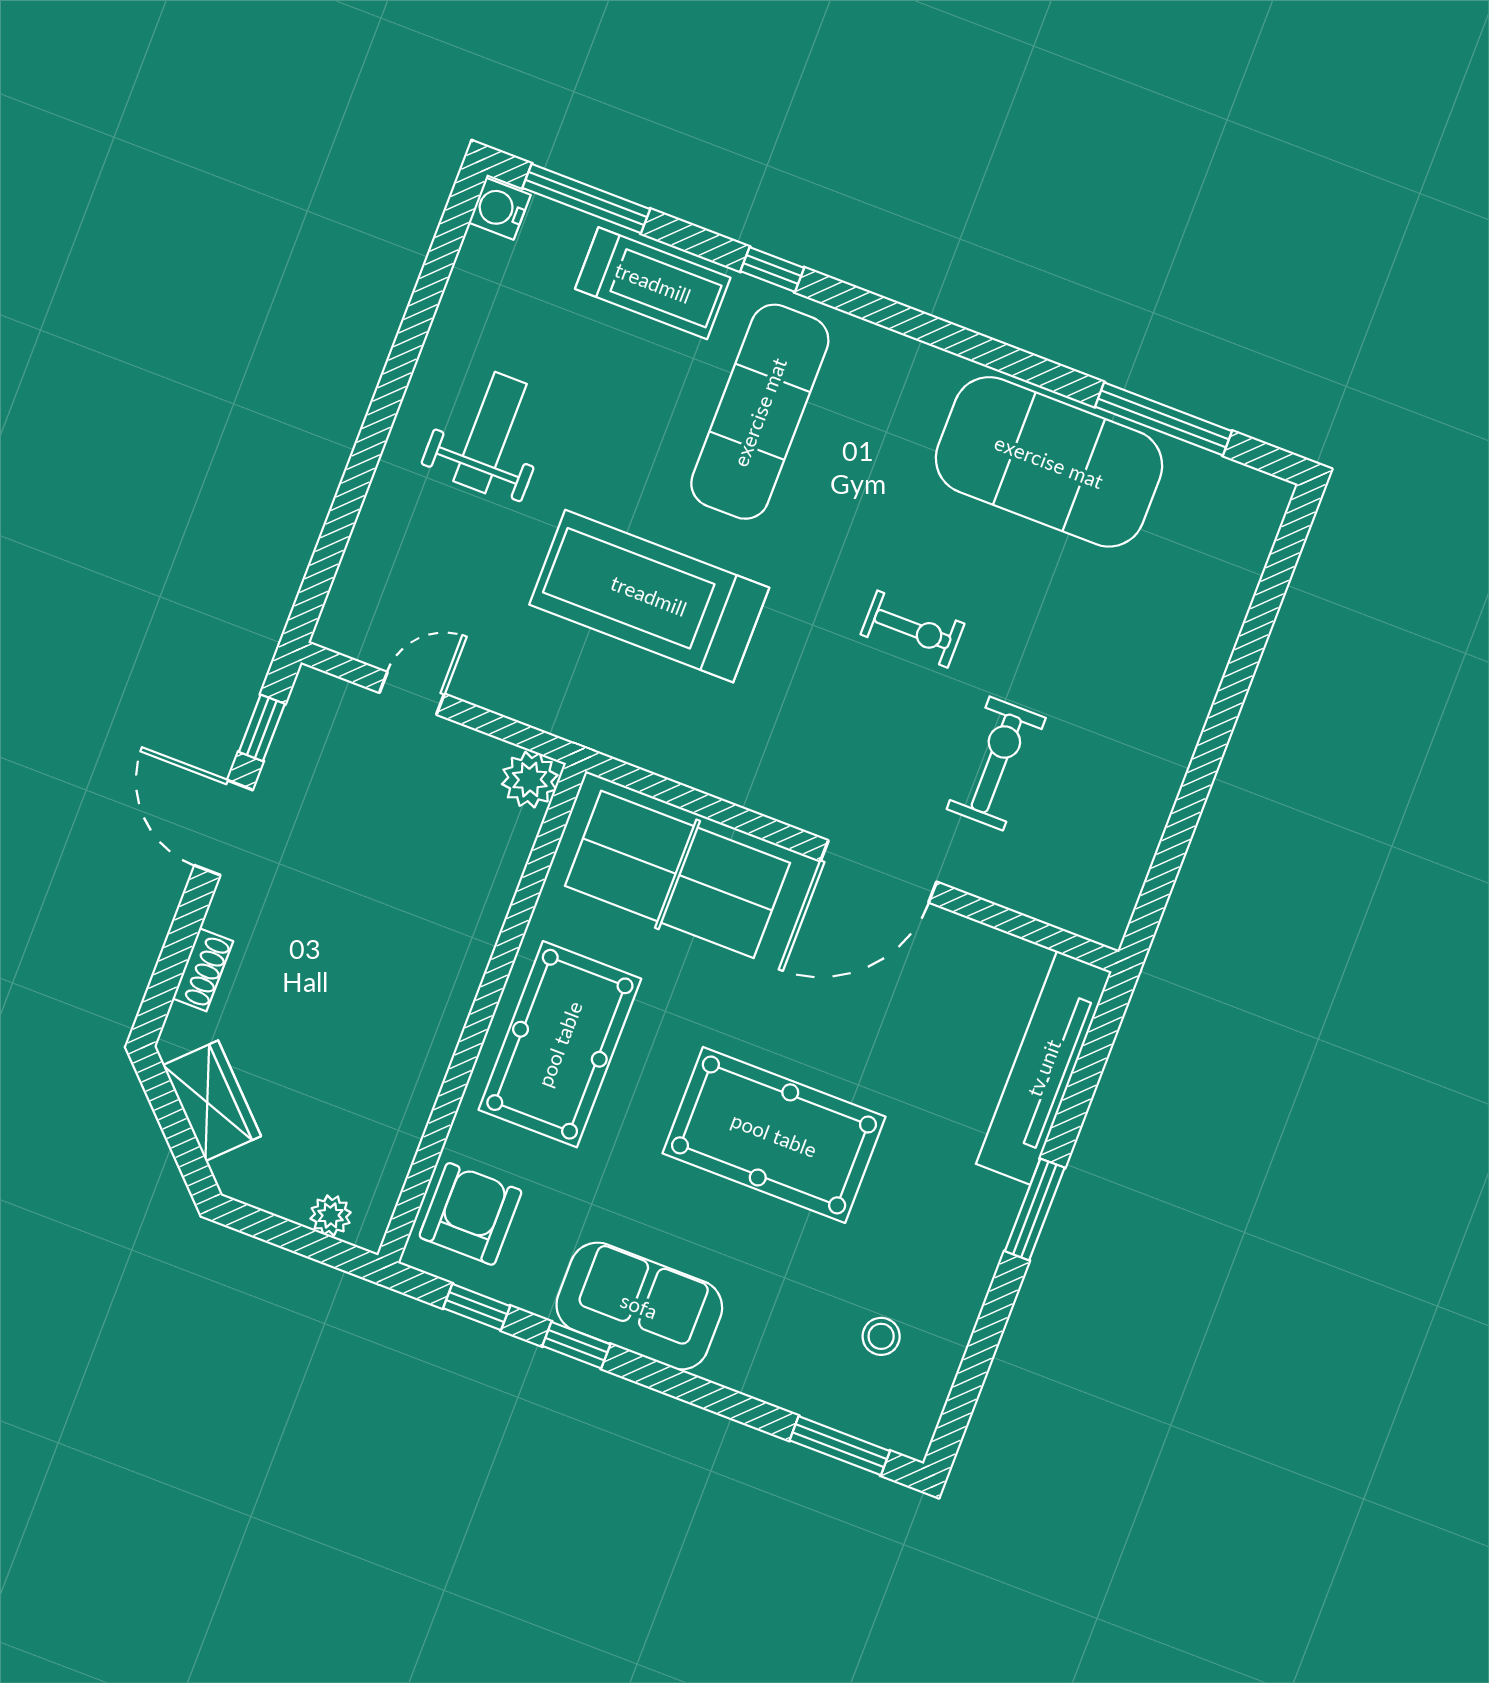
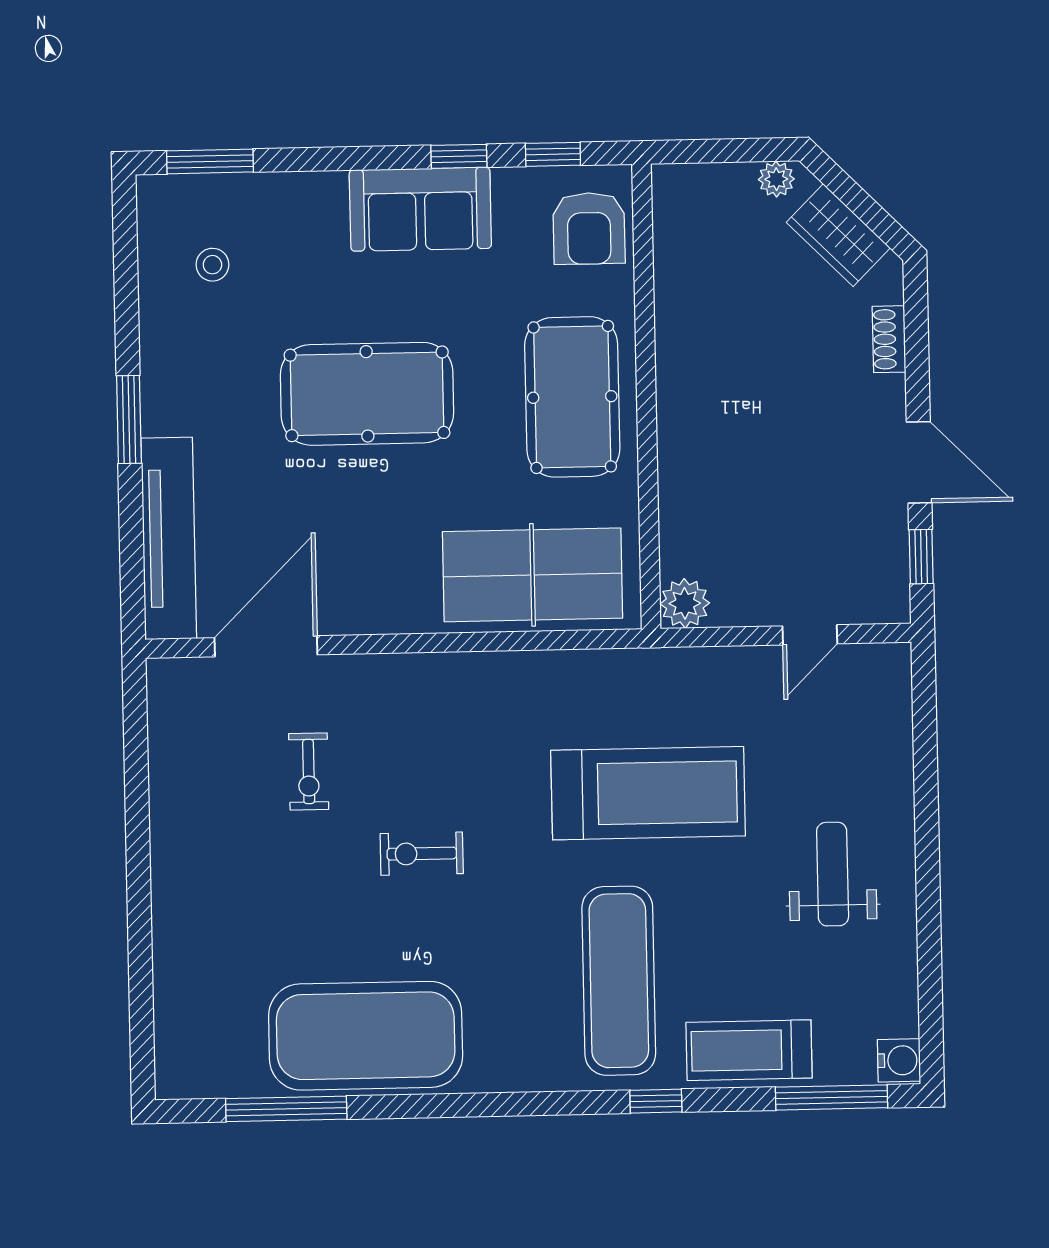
weight bench: (490, 433) -> (833, 874), turned 180
exercise bike: (996, 763) -> (309, 772), width x0.73, depth x0.72
door: (878, 871) -> (266, 646), moved
plant: (331, 1215) -> (776, 179), moved

